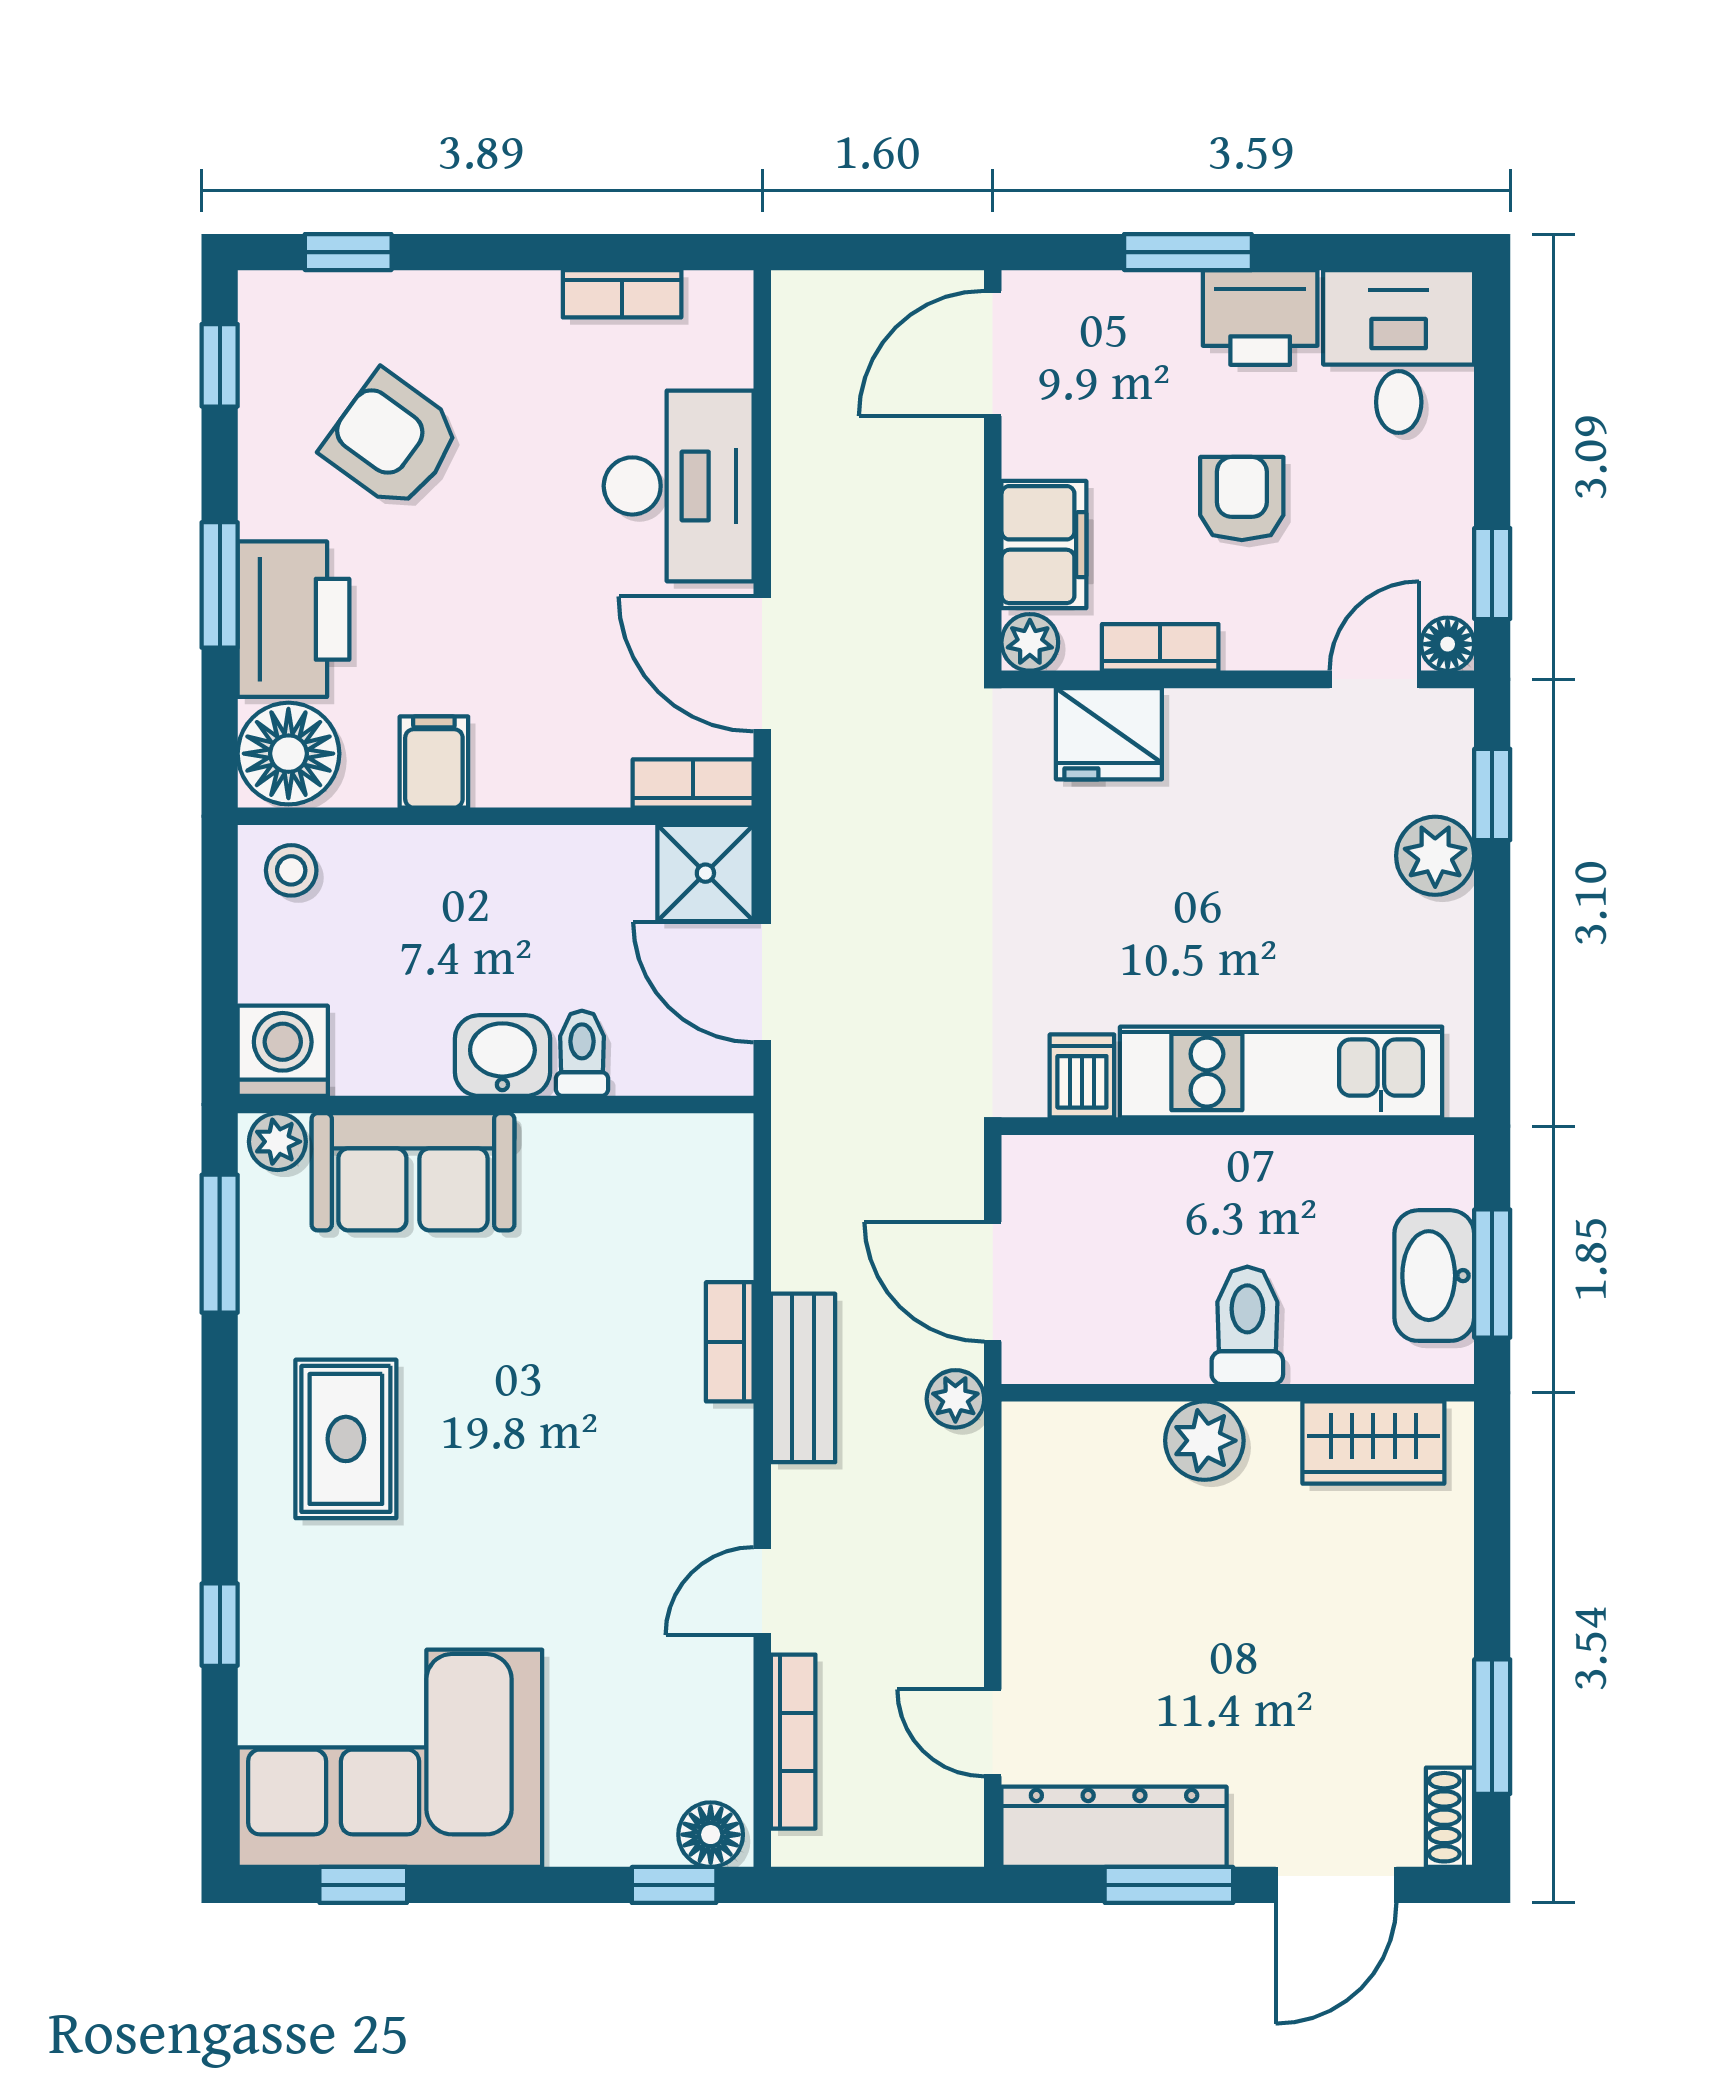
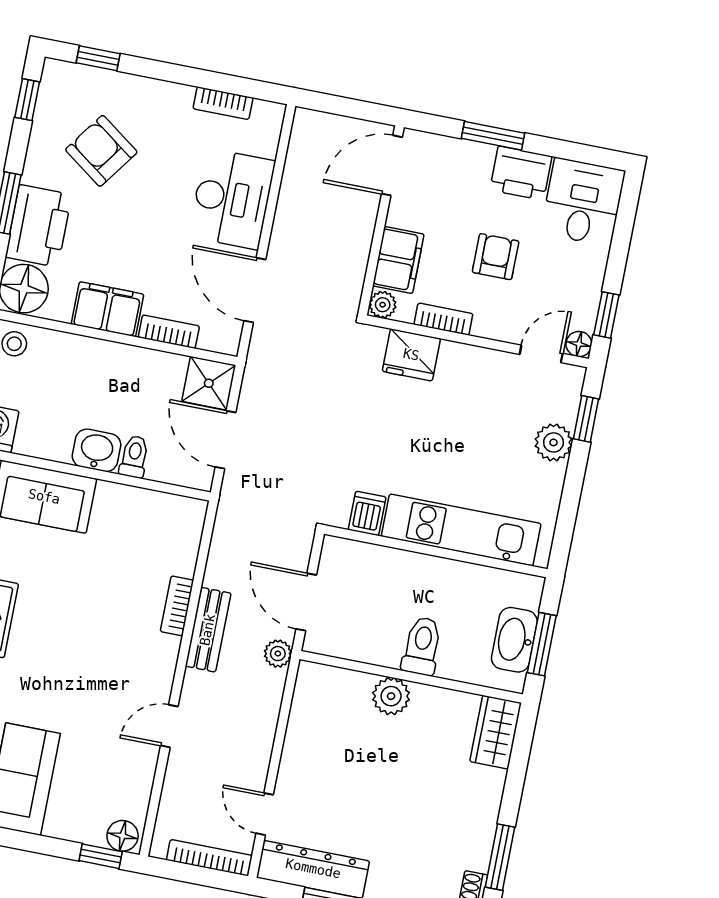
filing cabinet: (434, 762) -> (107, 309), width x2.00
bookcase: (693, 783) -> (169, 332), moved
wardrobe: (1373, 1443) -> (496, 732), moved, turned 90
bookcase: (793, 1742) -> (209, 858), moved, turned -90

